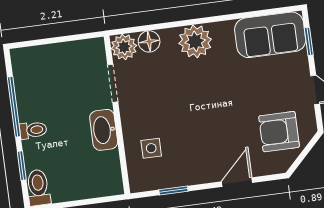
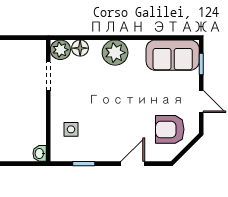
washbasin: (104, 130) -> (40, 153), moved, width x0.52, depth x0.69

